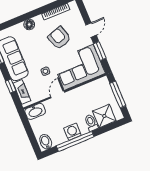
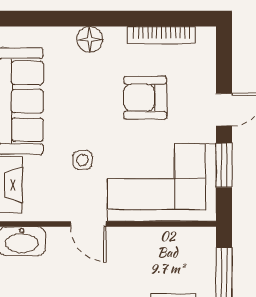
armchair: (59, 38) -> (145, 98), turned -72
door: (58, 94) -> (88, 224), swing flipped

